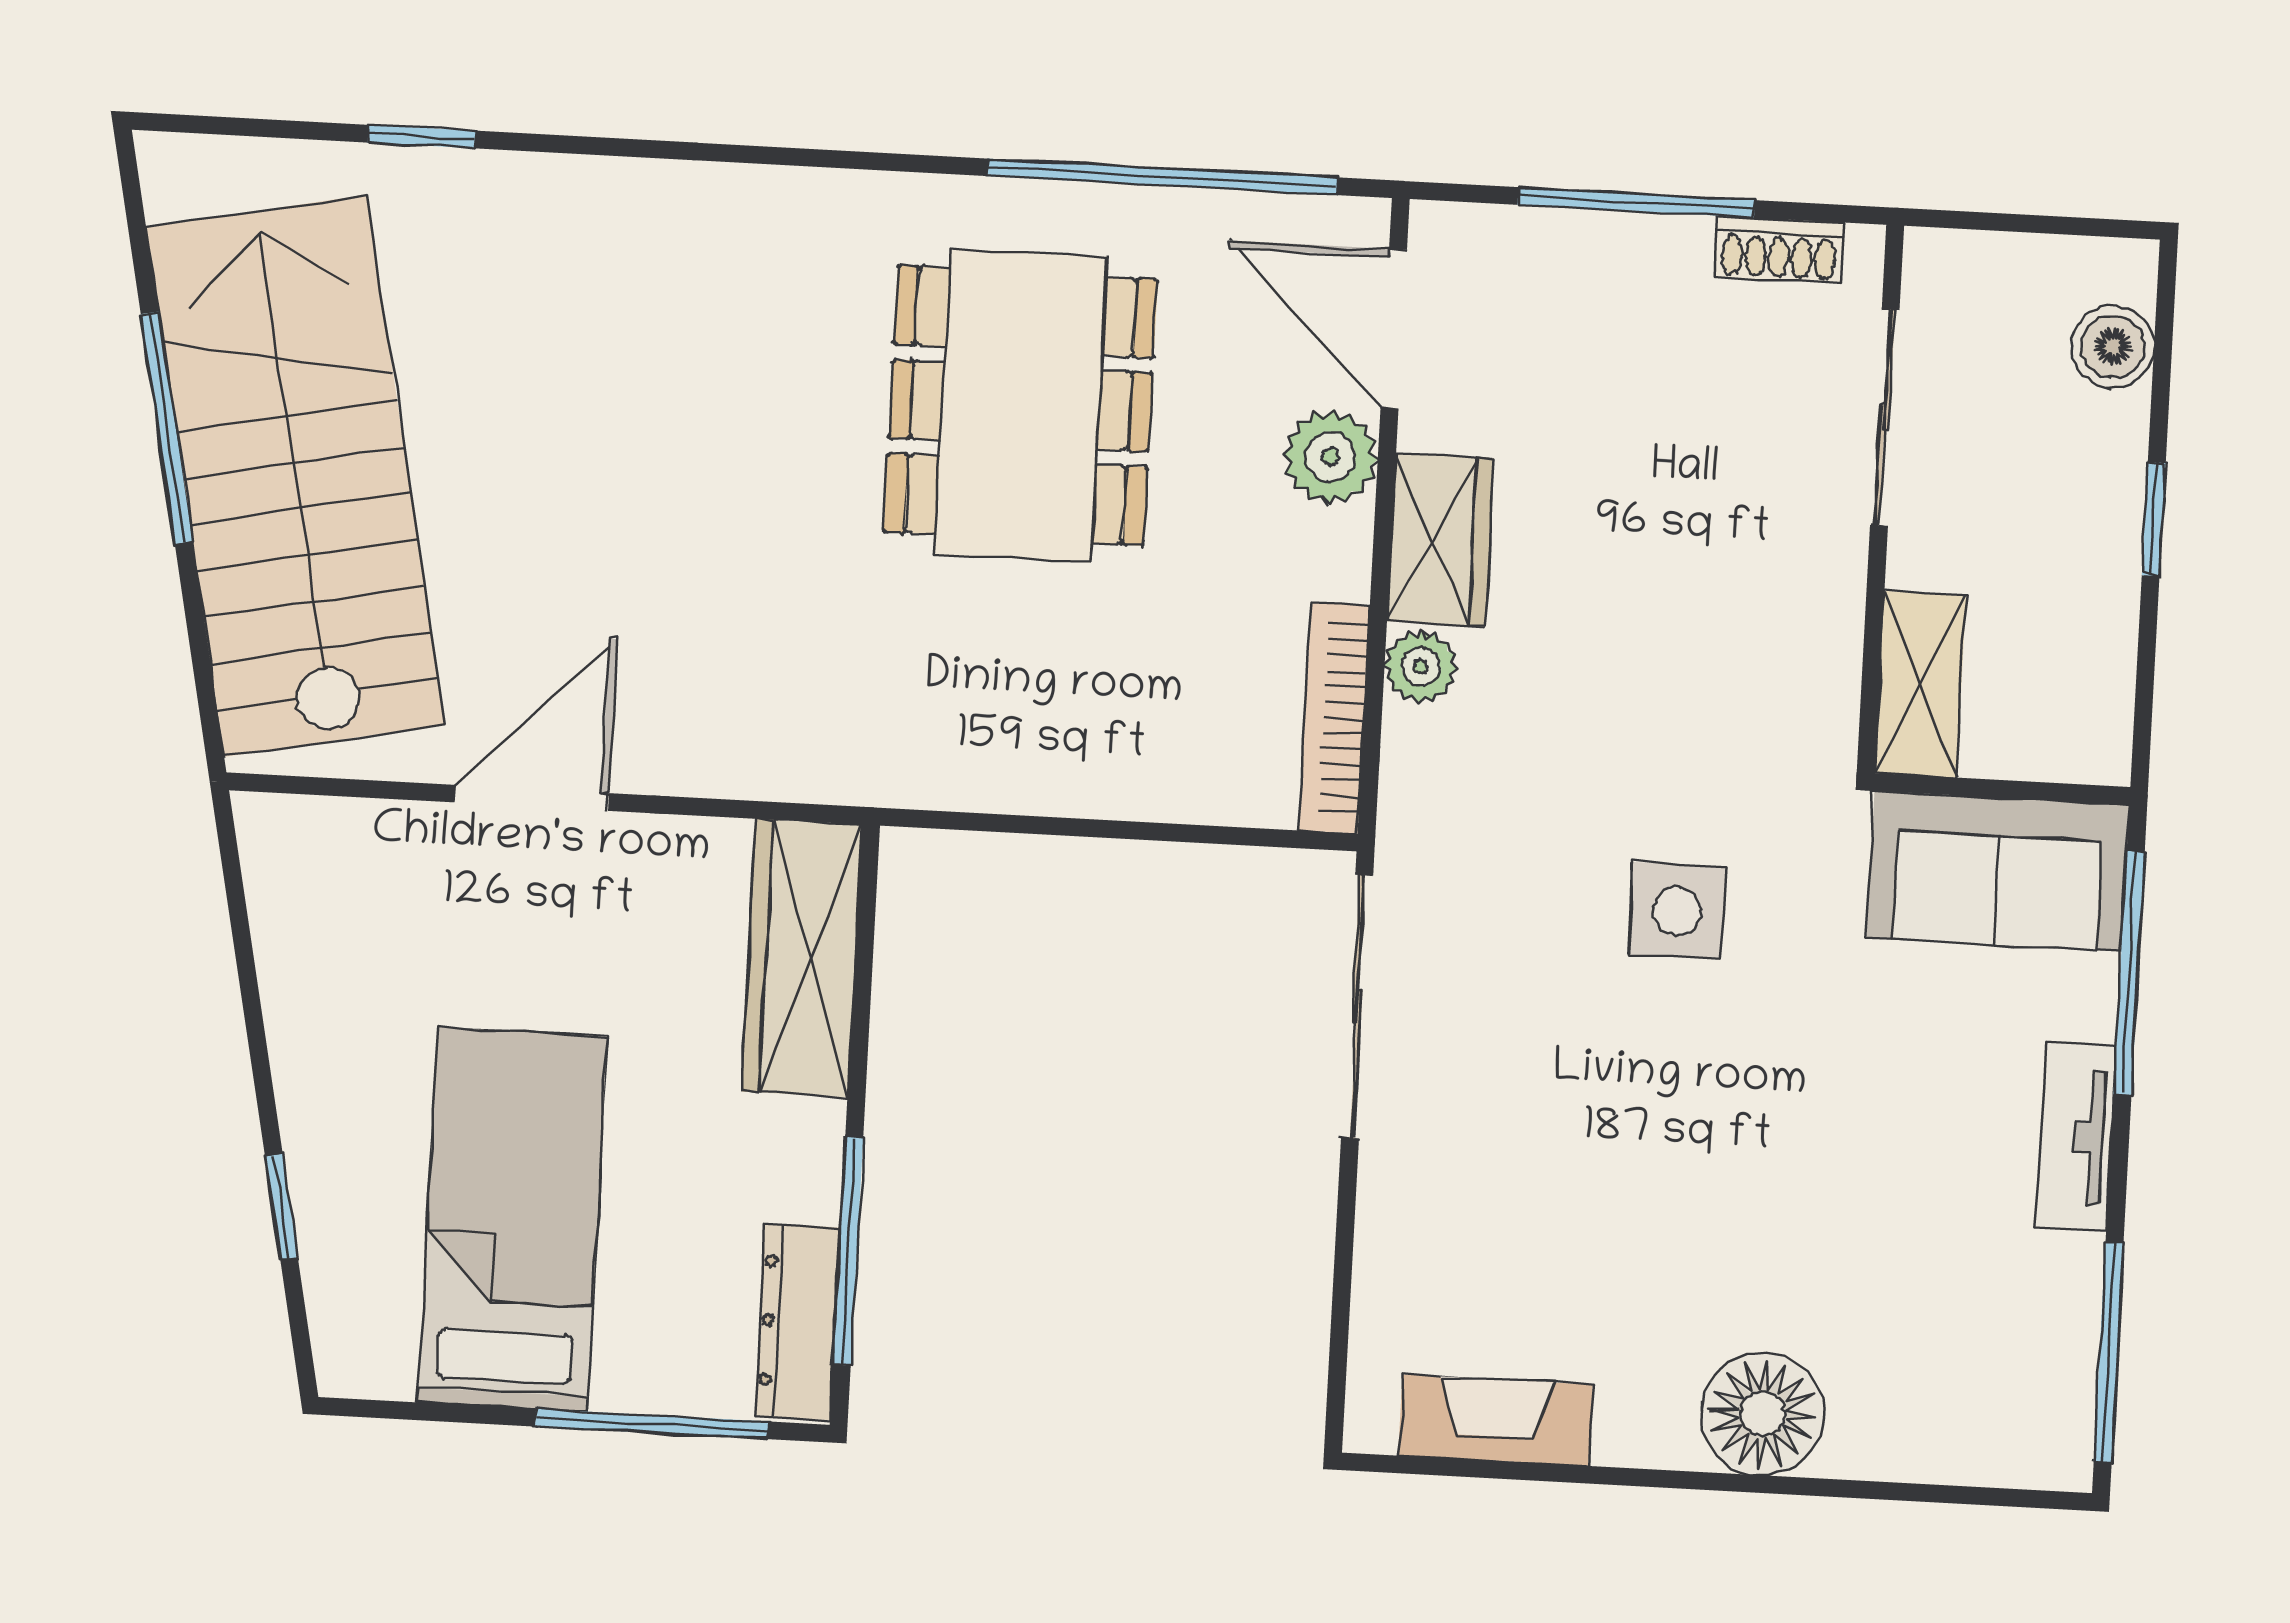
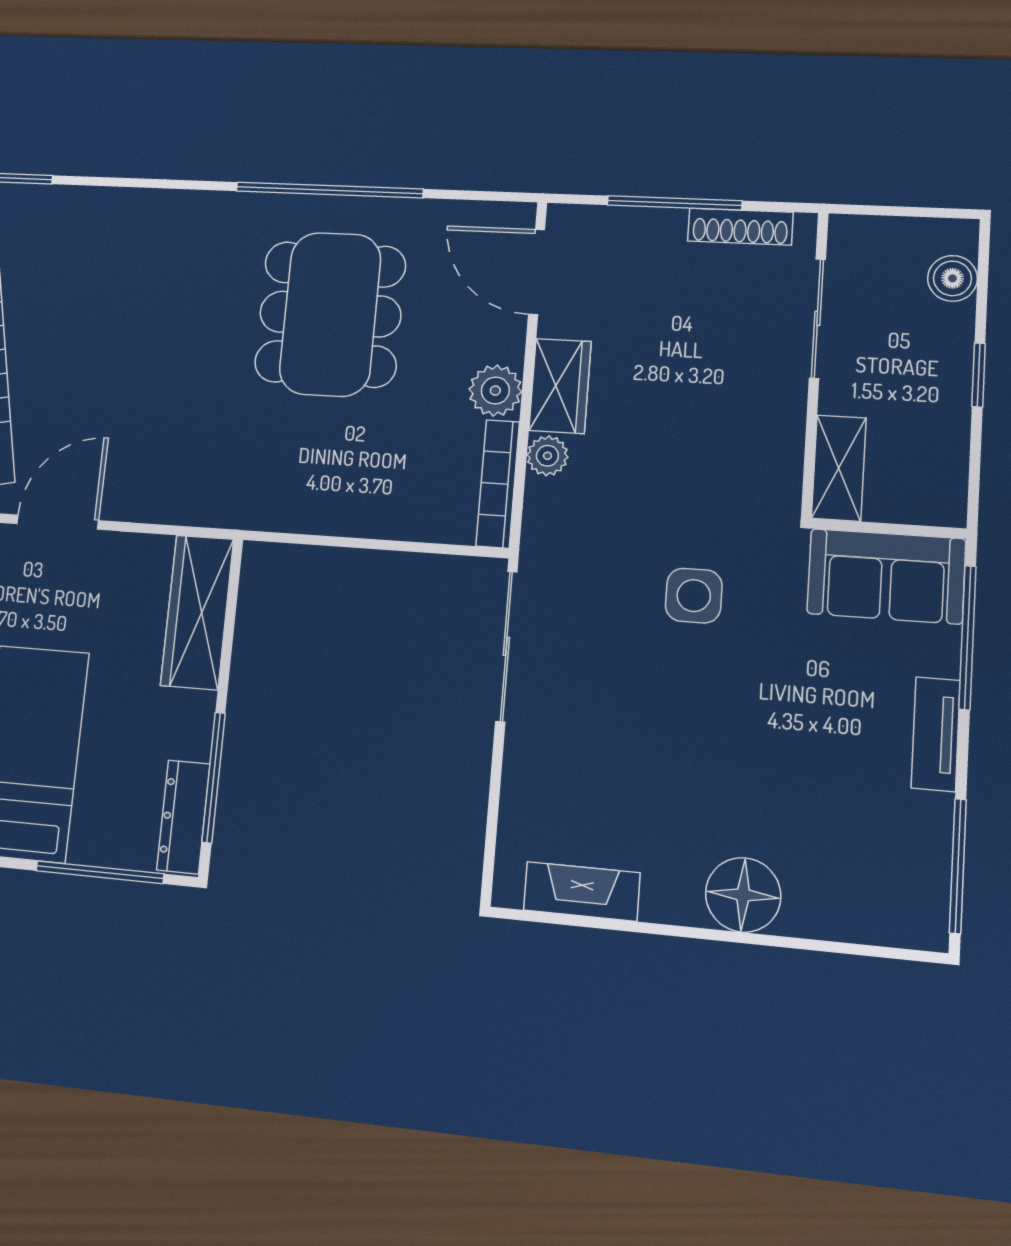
window: (1163, 177) -> (329, 190), moved
shoe rack: (1779, 250) -> (740, 227), width x1.43
plant: (1330, 457) -> (495, 391), moved

